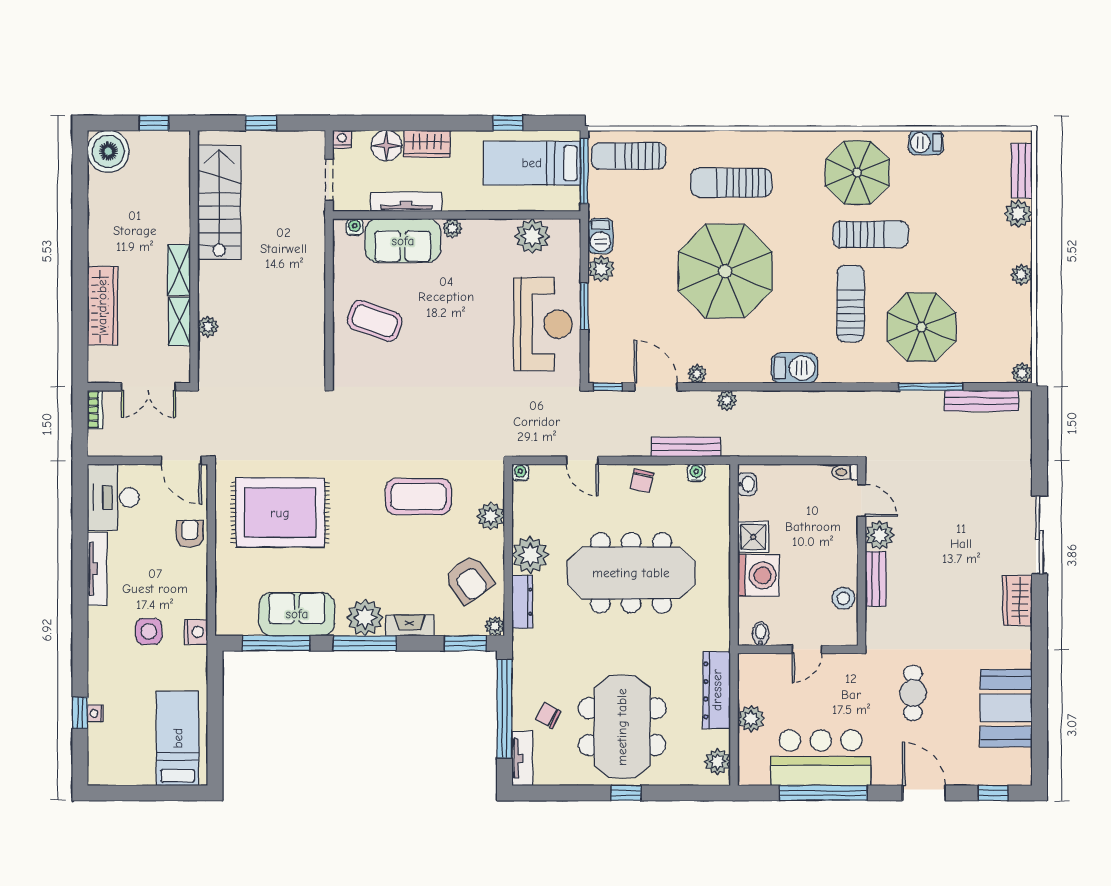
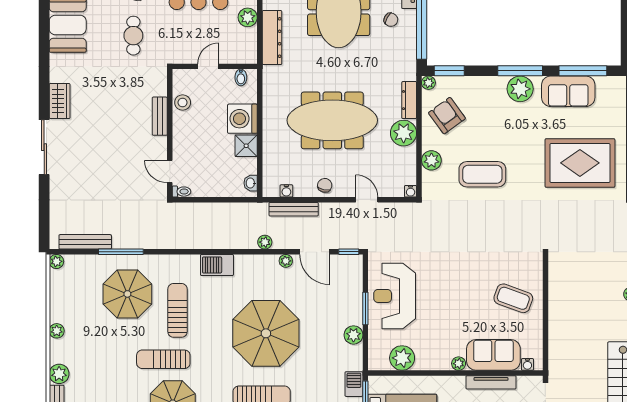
barbecue: (600, 236) -> (354, 384), moved
sun lounger: (850, 304) -> (177, 310), turned 180
plant: (880, 535) -> (157, 147), removed
fireplace: (410, 626) -> (489, 83), removed

